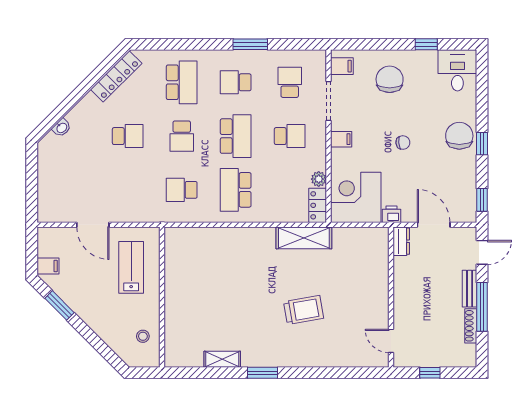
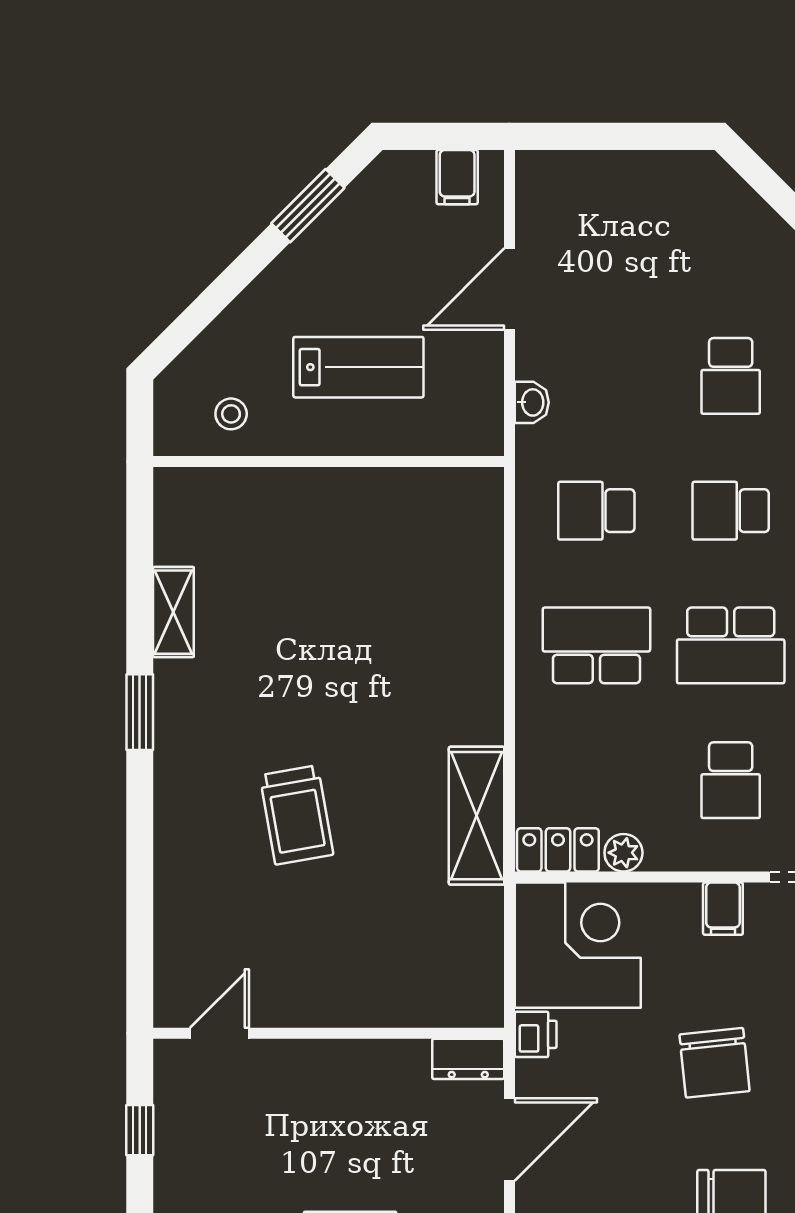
washbasin: (62, 128) -> (532, 402), moved, turned -135
chair: (403, 143) -> (715, 1063), width x1.87, depth x1.87
school desk: (182, 190) -> (596, 511), turned -90
filing cabinet: (48, 266) -> (457, 177), moved
lab bench: (131, 267) -> (358, 367), moved

